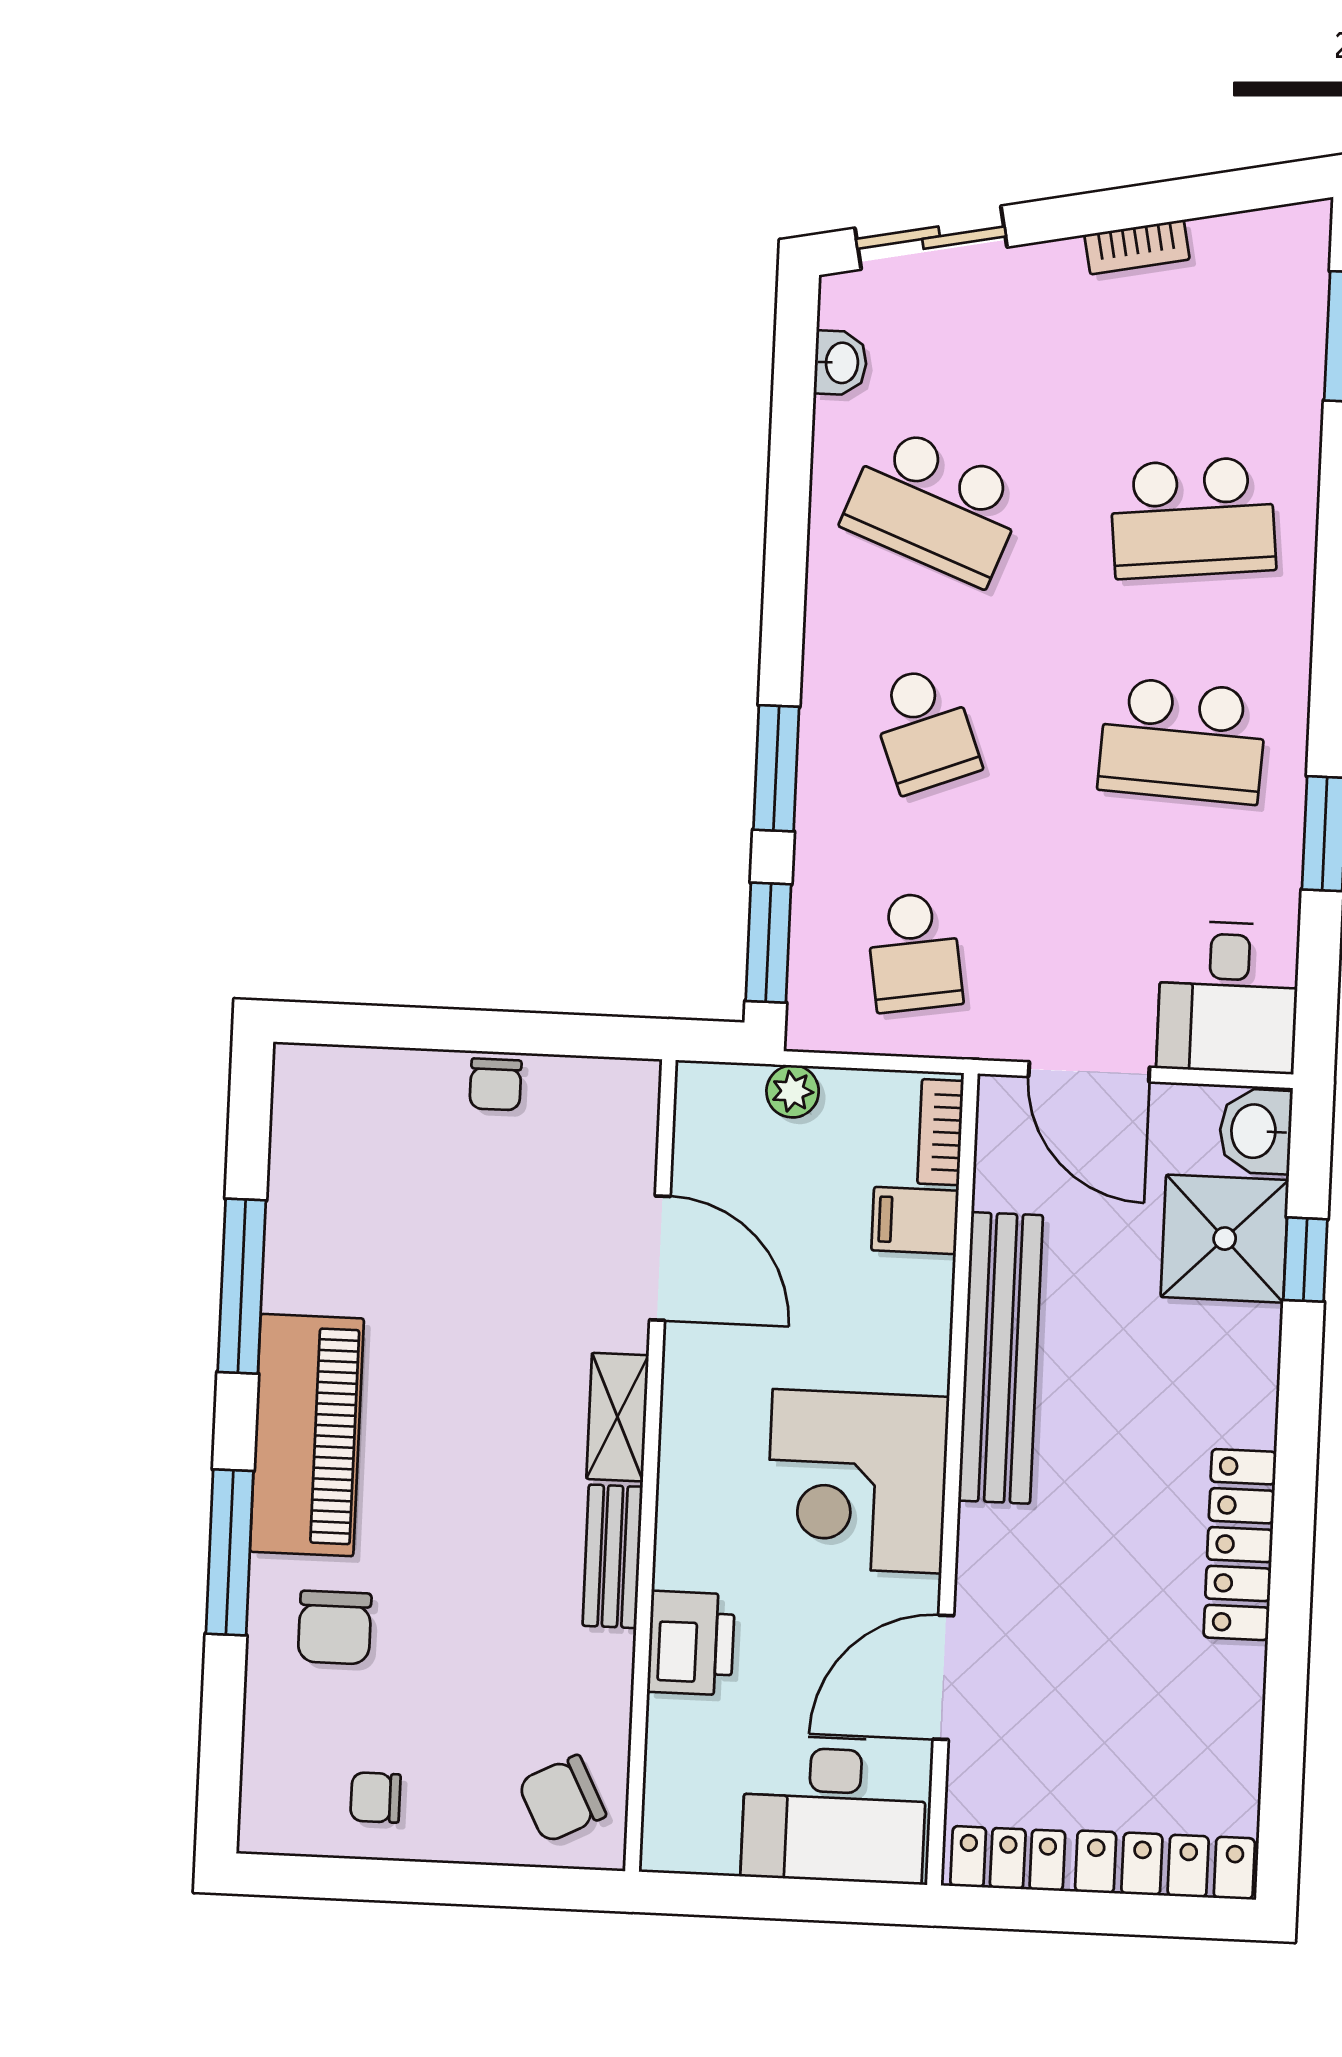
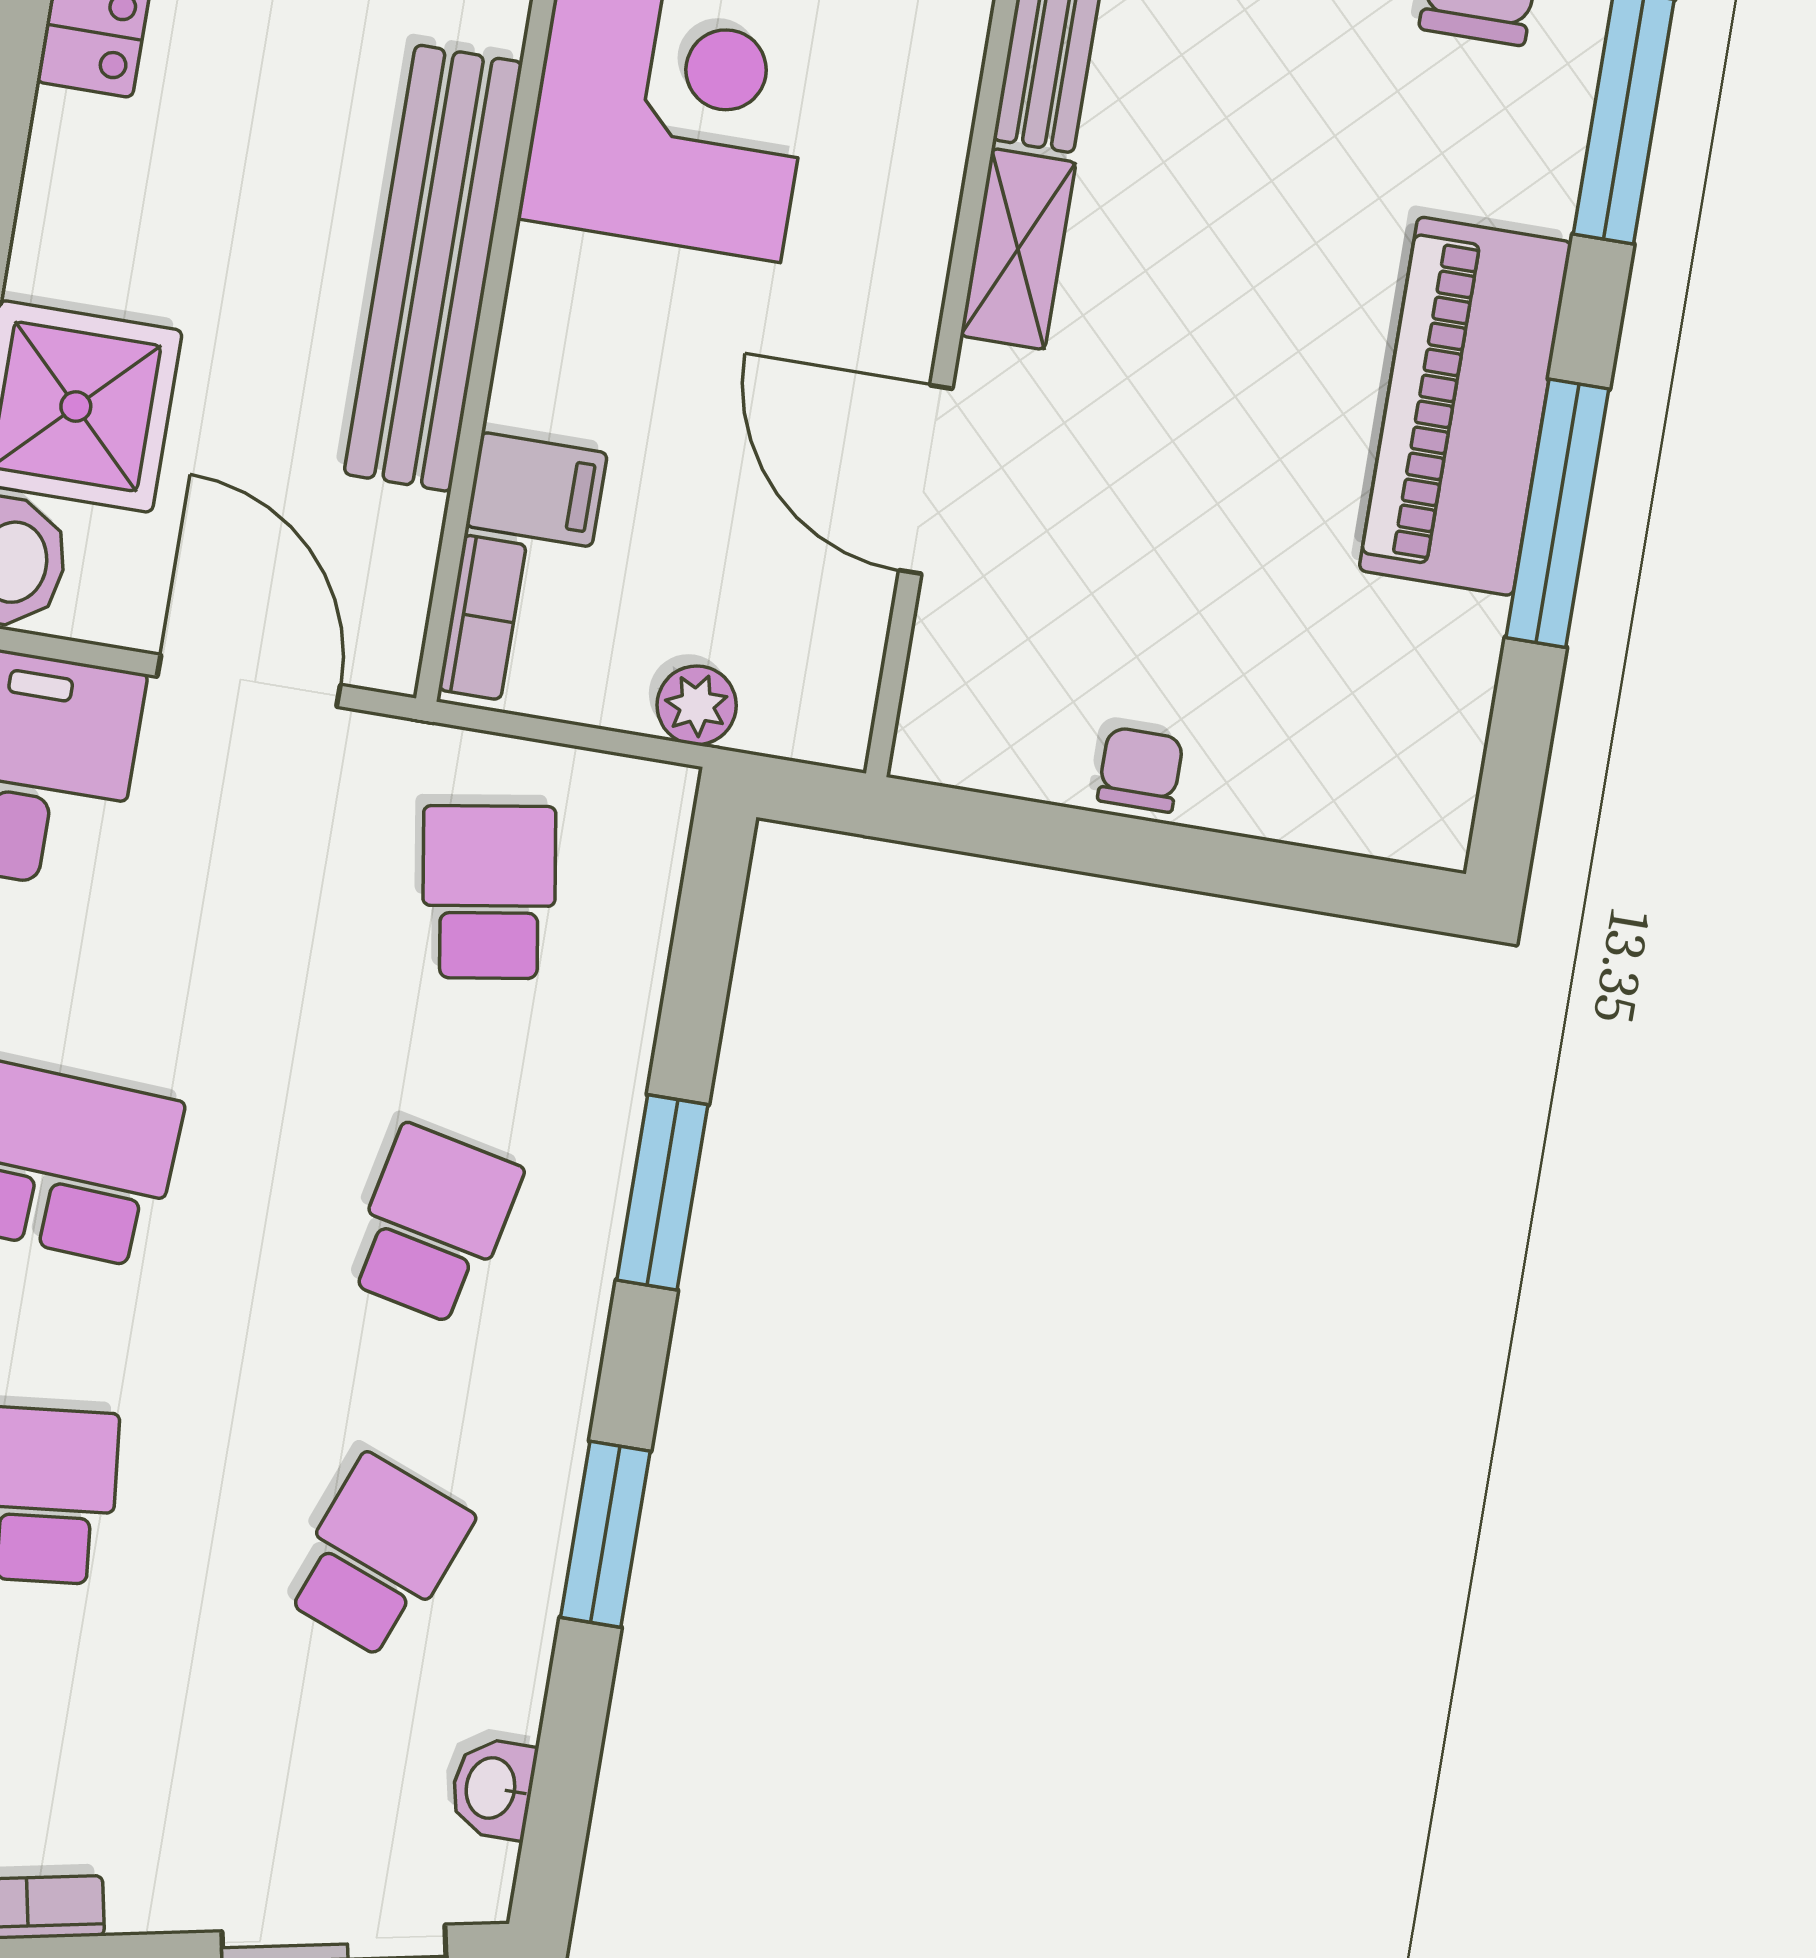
school desk: (934, 506) -> (378, 1557), width x0.54
school desk: (924, 729) -> (433, 1224), turned 33
window: (768, 943) -> (605, 1534), moved
piano: (307, 1435) -> (1465, 406), moved

